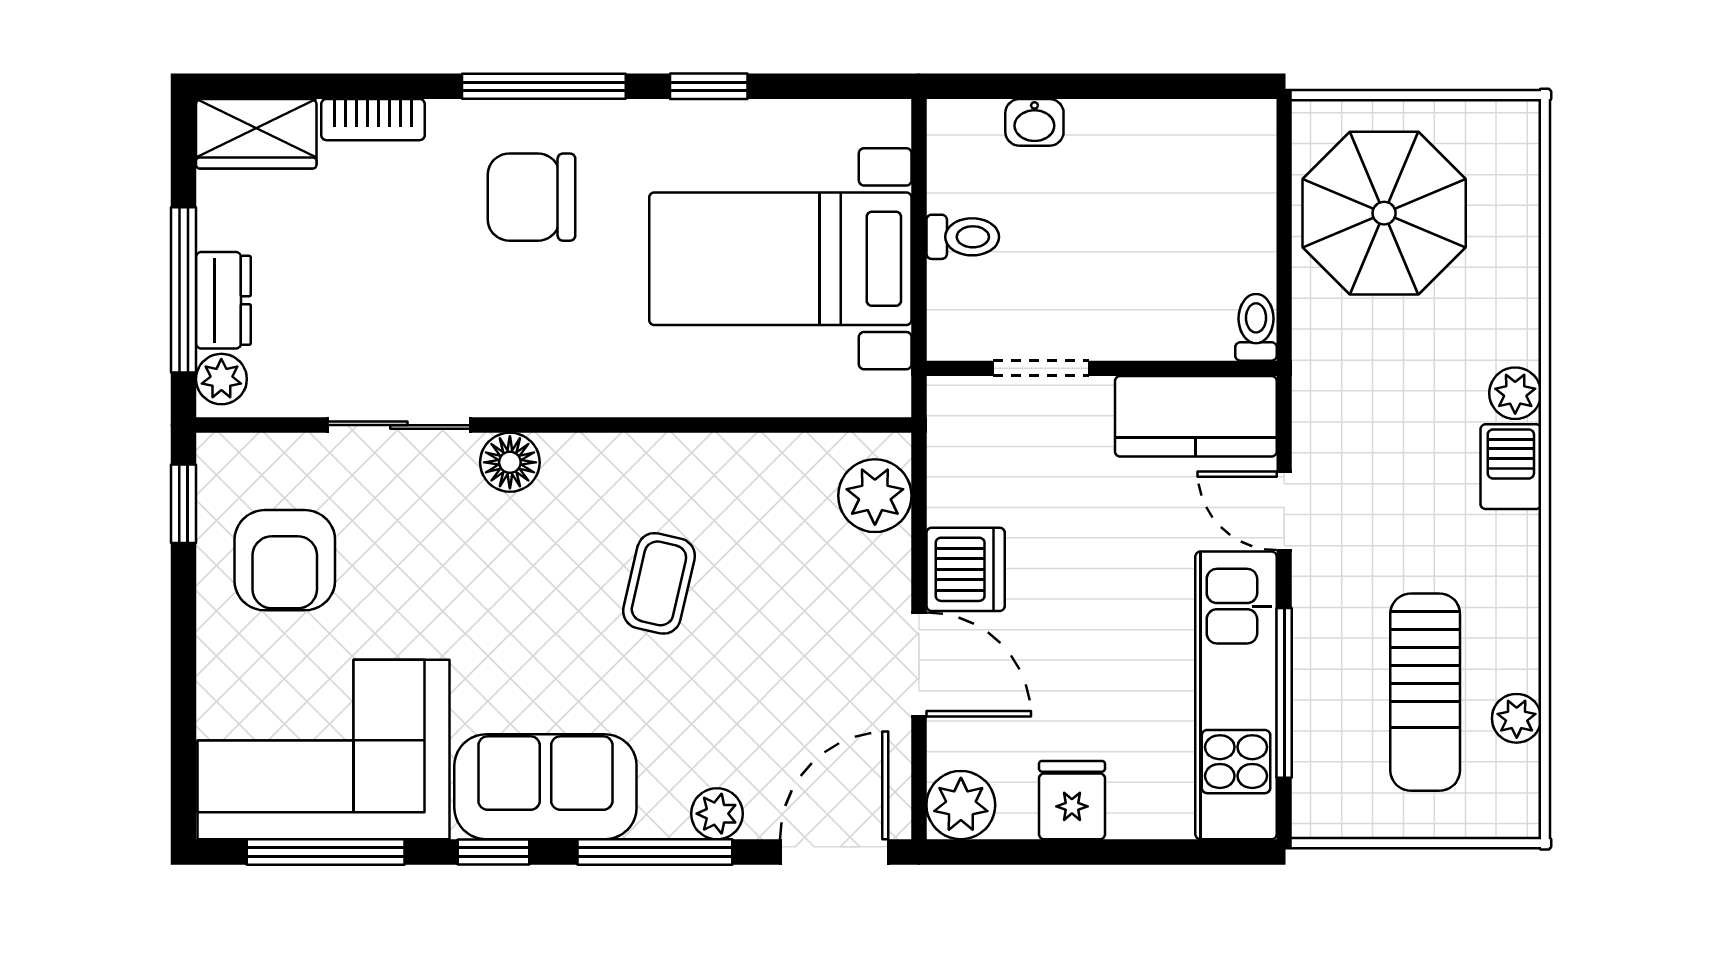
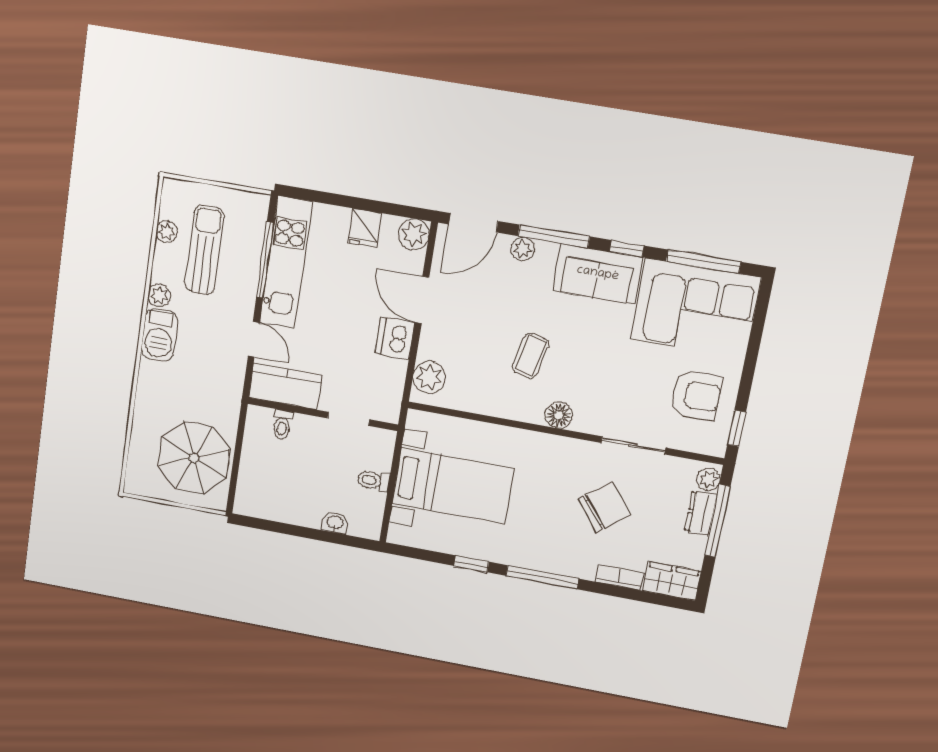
chair: (532, 197) -> (605, 507), moved, turned -39
toilet: (1256, 327) -> (282, 425), moved
plant: (1515, 393) -> (159, 295), moved
floor lamp: (510, 462) -> (559, 415), moved
barbecue: (1511, 467) -> (159, 335), width x1.38, depth x1.27
armchair: (285, 560) -> (696, 395), turned 90

